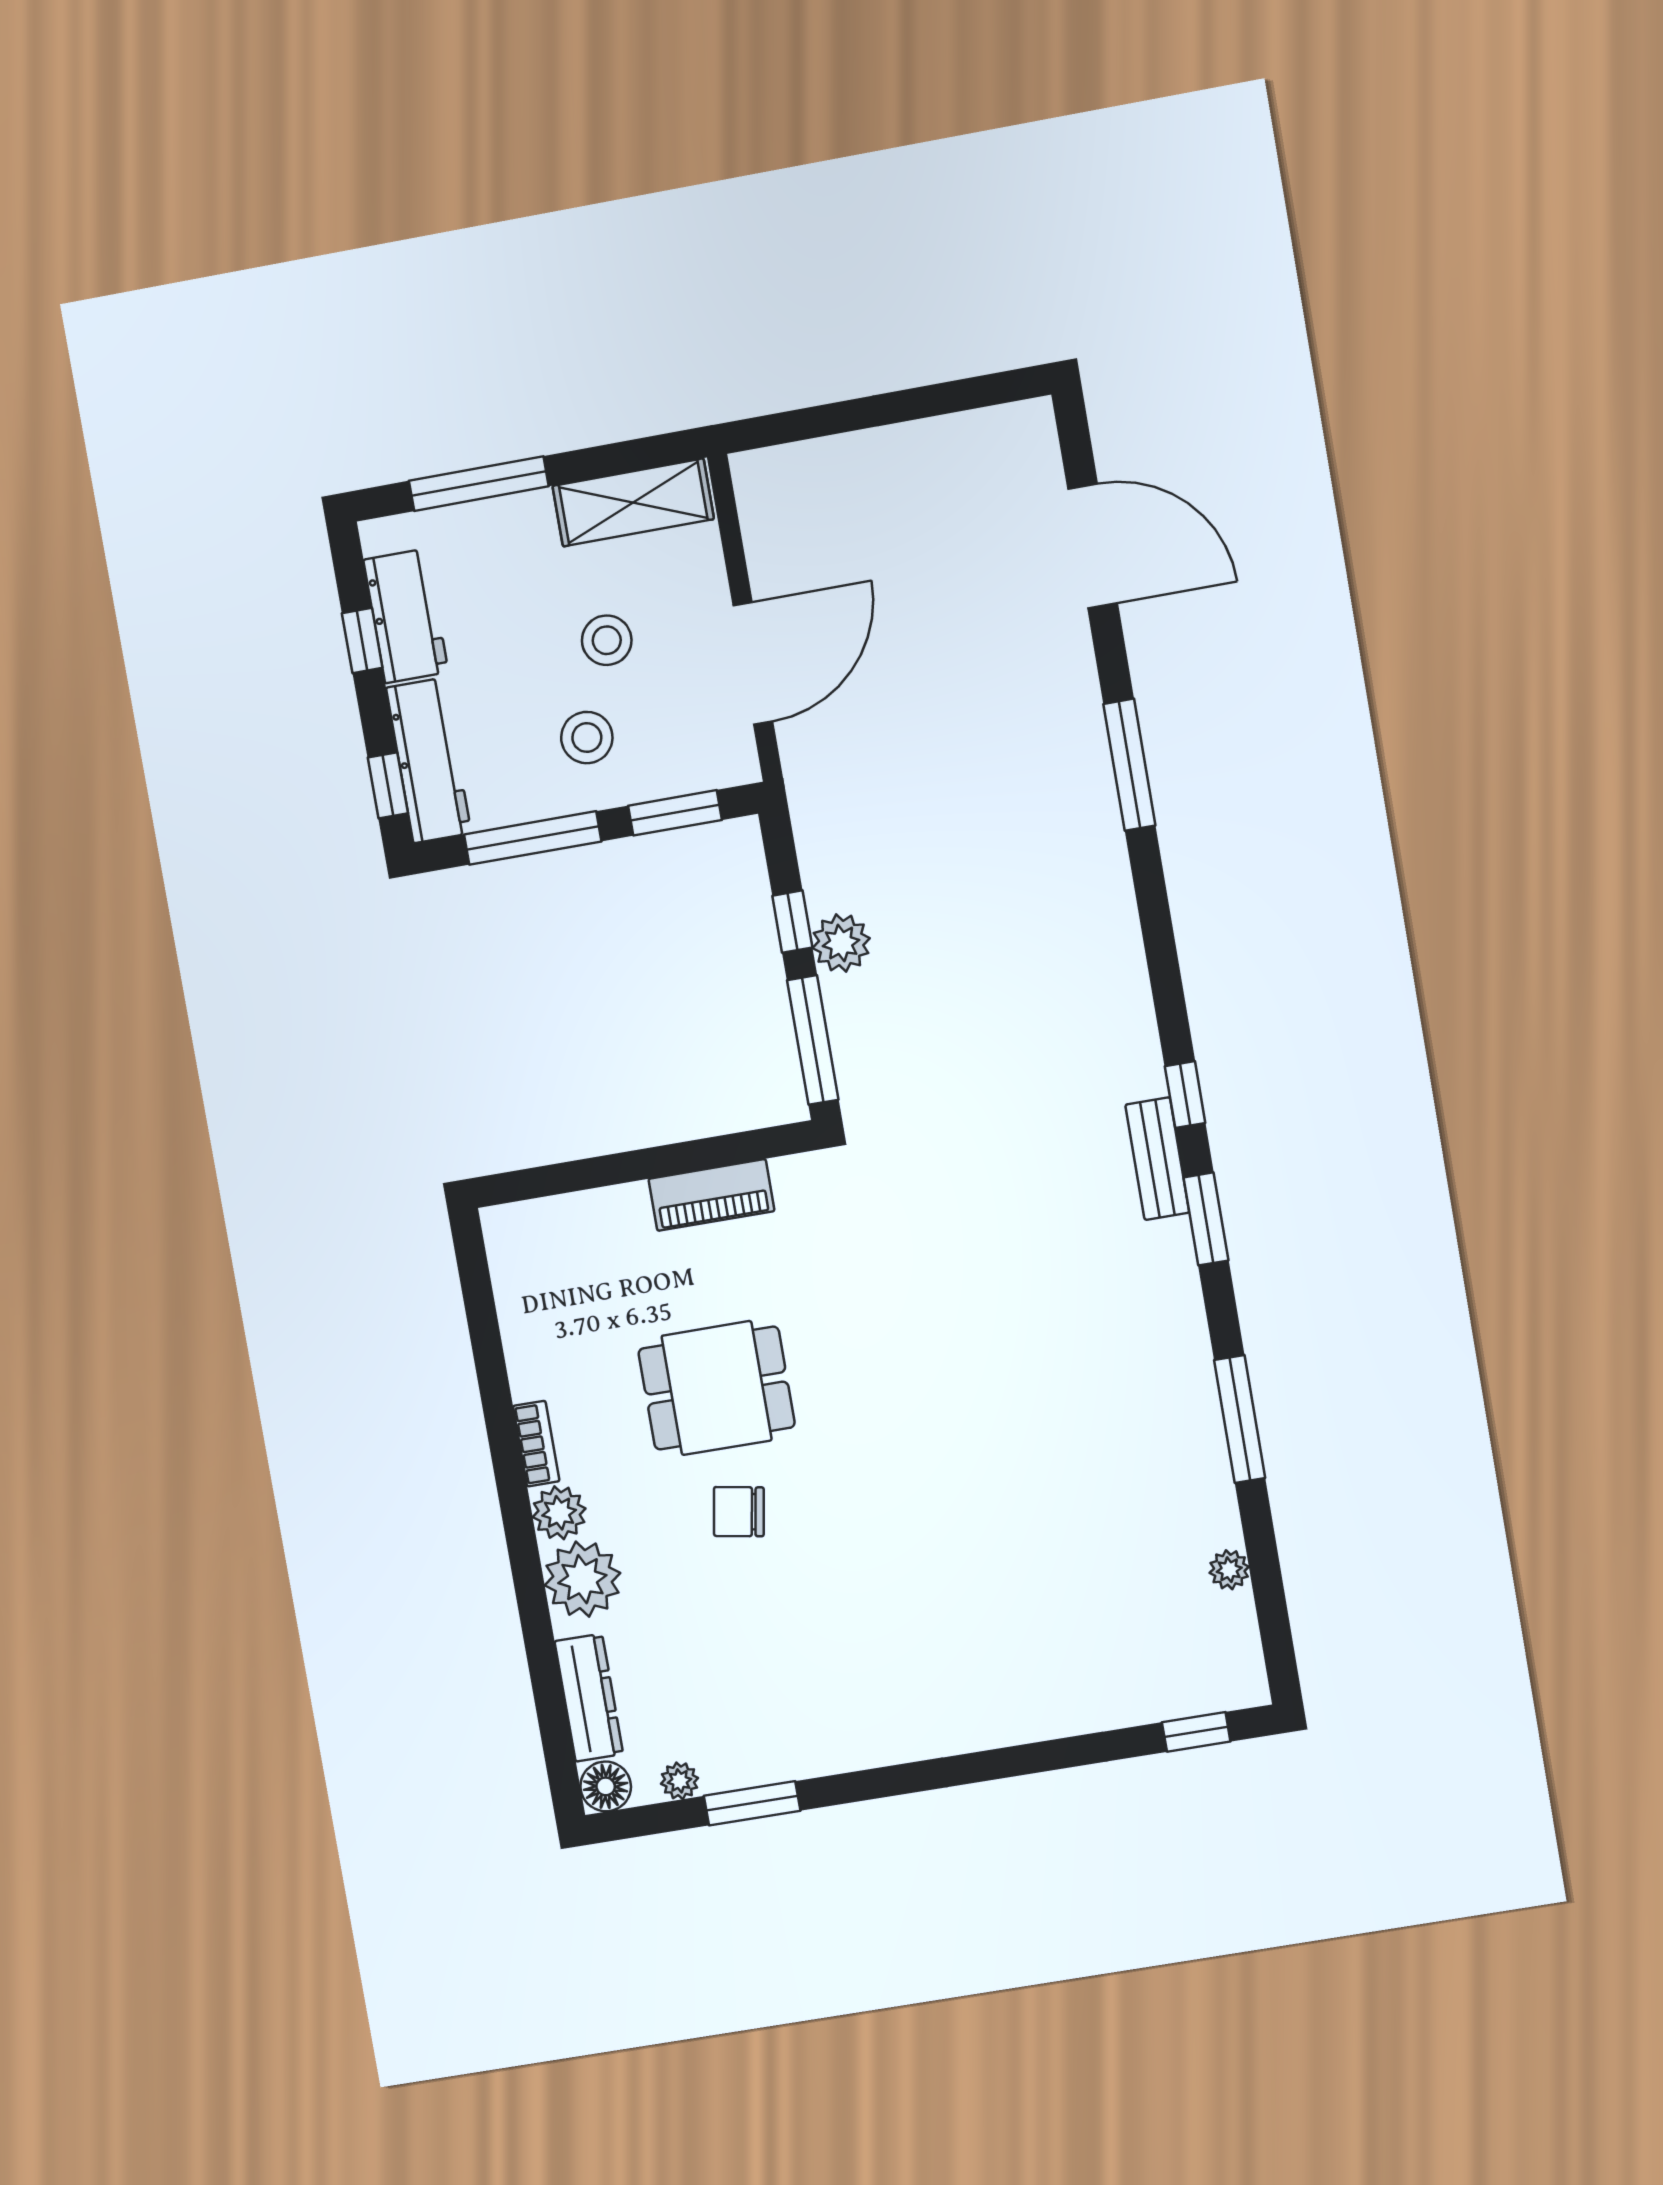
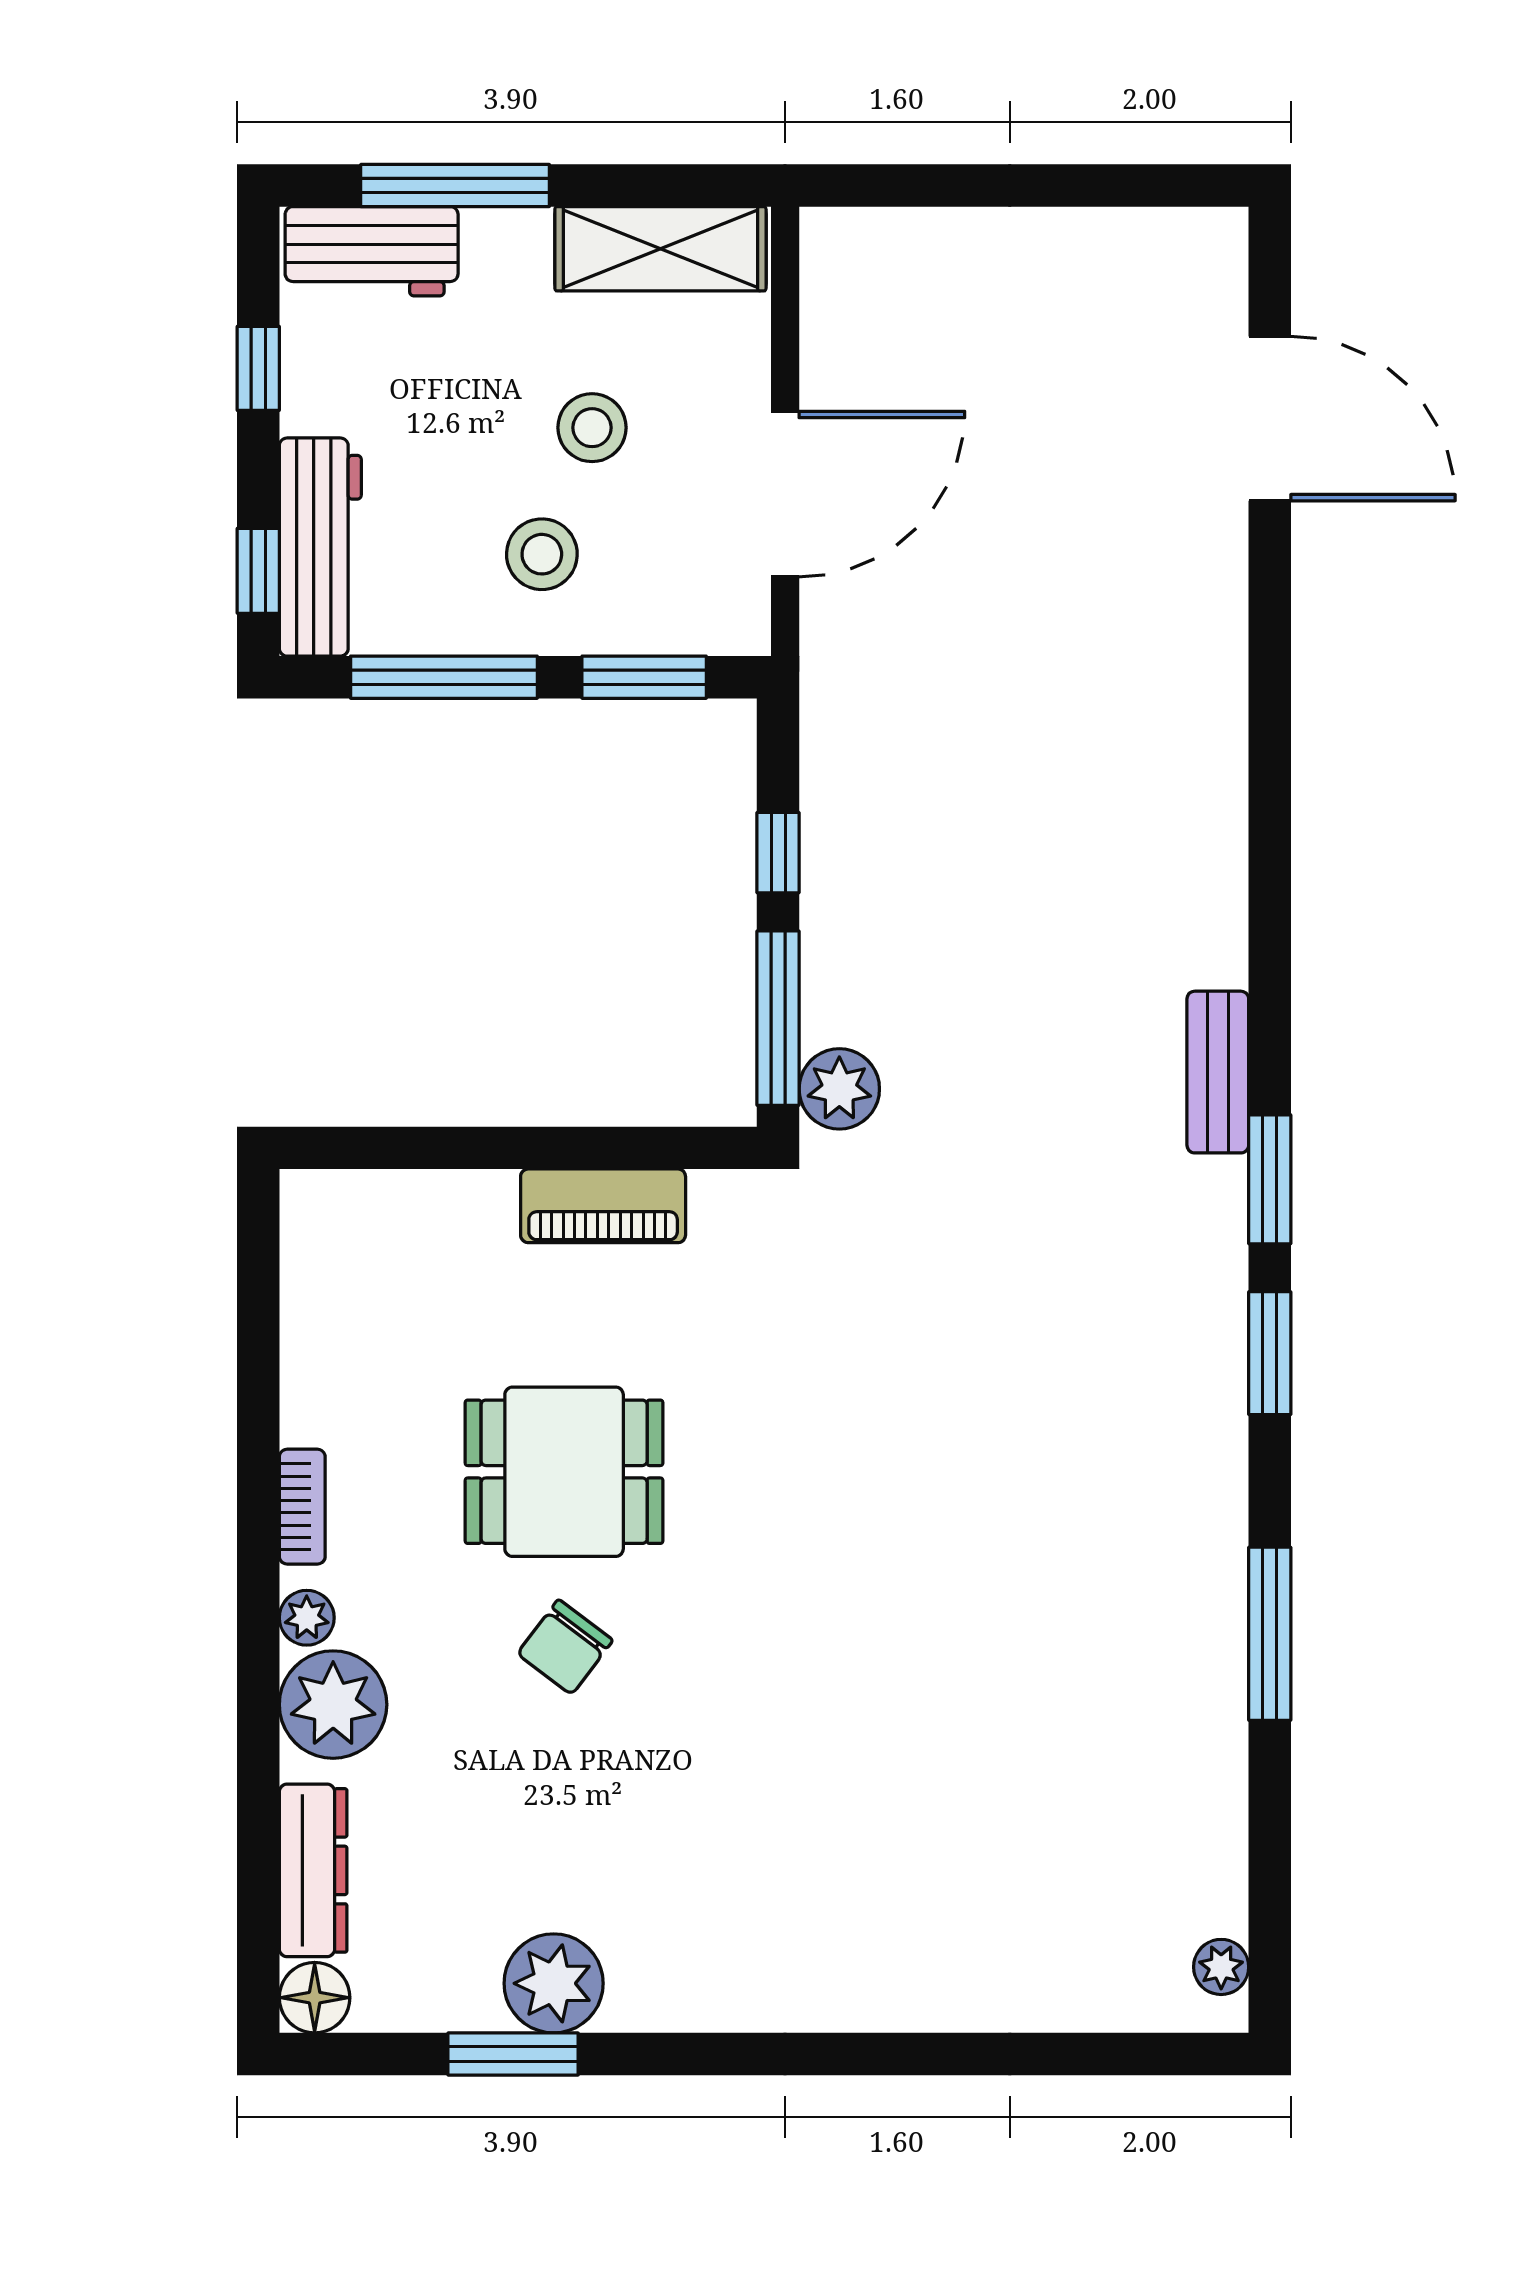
workbench: (406, 616) -> (372, 251), moved, turned 90
window: (1129, 765) -> (1270, 721), removed
plant: (841, 943) -> (839, 1089), moved
window: (1185, 1095) -> (1270, 1179), width x1.50
bench: (1157, 1159) -> (1218, 1072), moved
chair: (739, 1512) -> (565, 1647), turned -63
plant: (559, 1513) -> (307, 1618), width x0.73, depth x0.73
plant: (1229, 1570) -> (1221, 1967), moved
window: (1196, 1732) -> (1139, 2054), removed
plant: (680, 1781) -> (554, 1983), moved, width x1.88, depth x1.88

